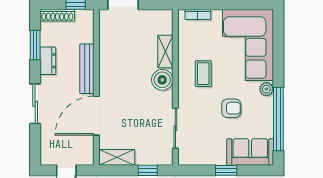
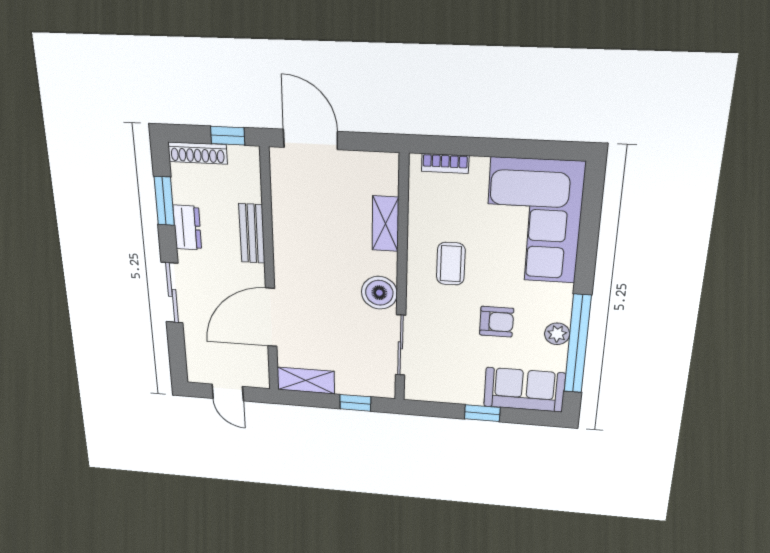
bench: (87, 69) -> (252, 234), width x0.73
boiler: (162, 80) -> (379, 293), moved
plant: (266, 89) -> (557, 334), moved

